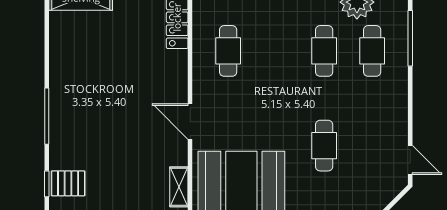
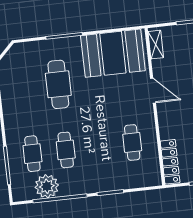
cafe table: (324, 146) -> (58, 84), width x1.37, depth x1.35

